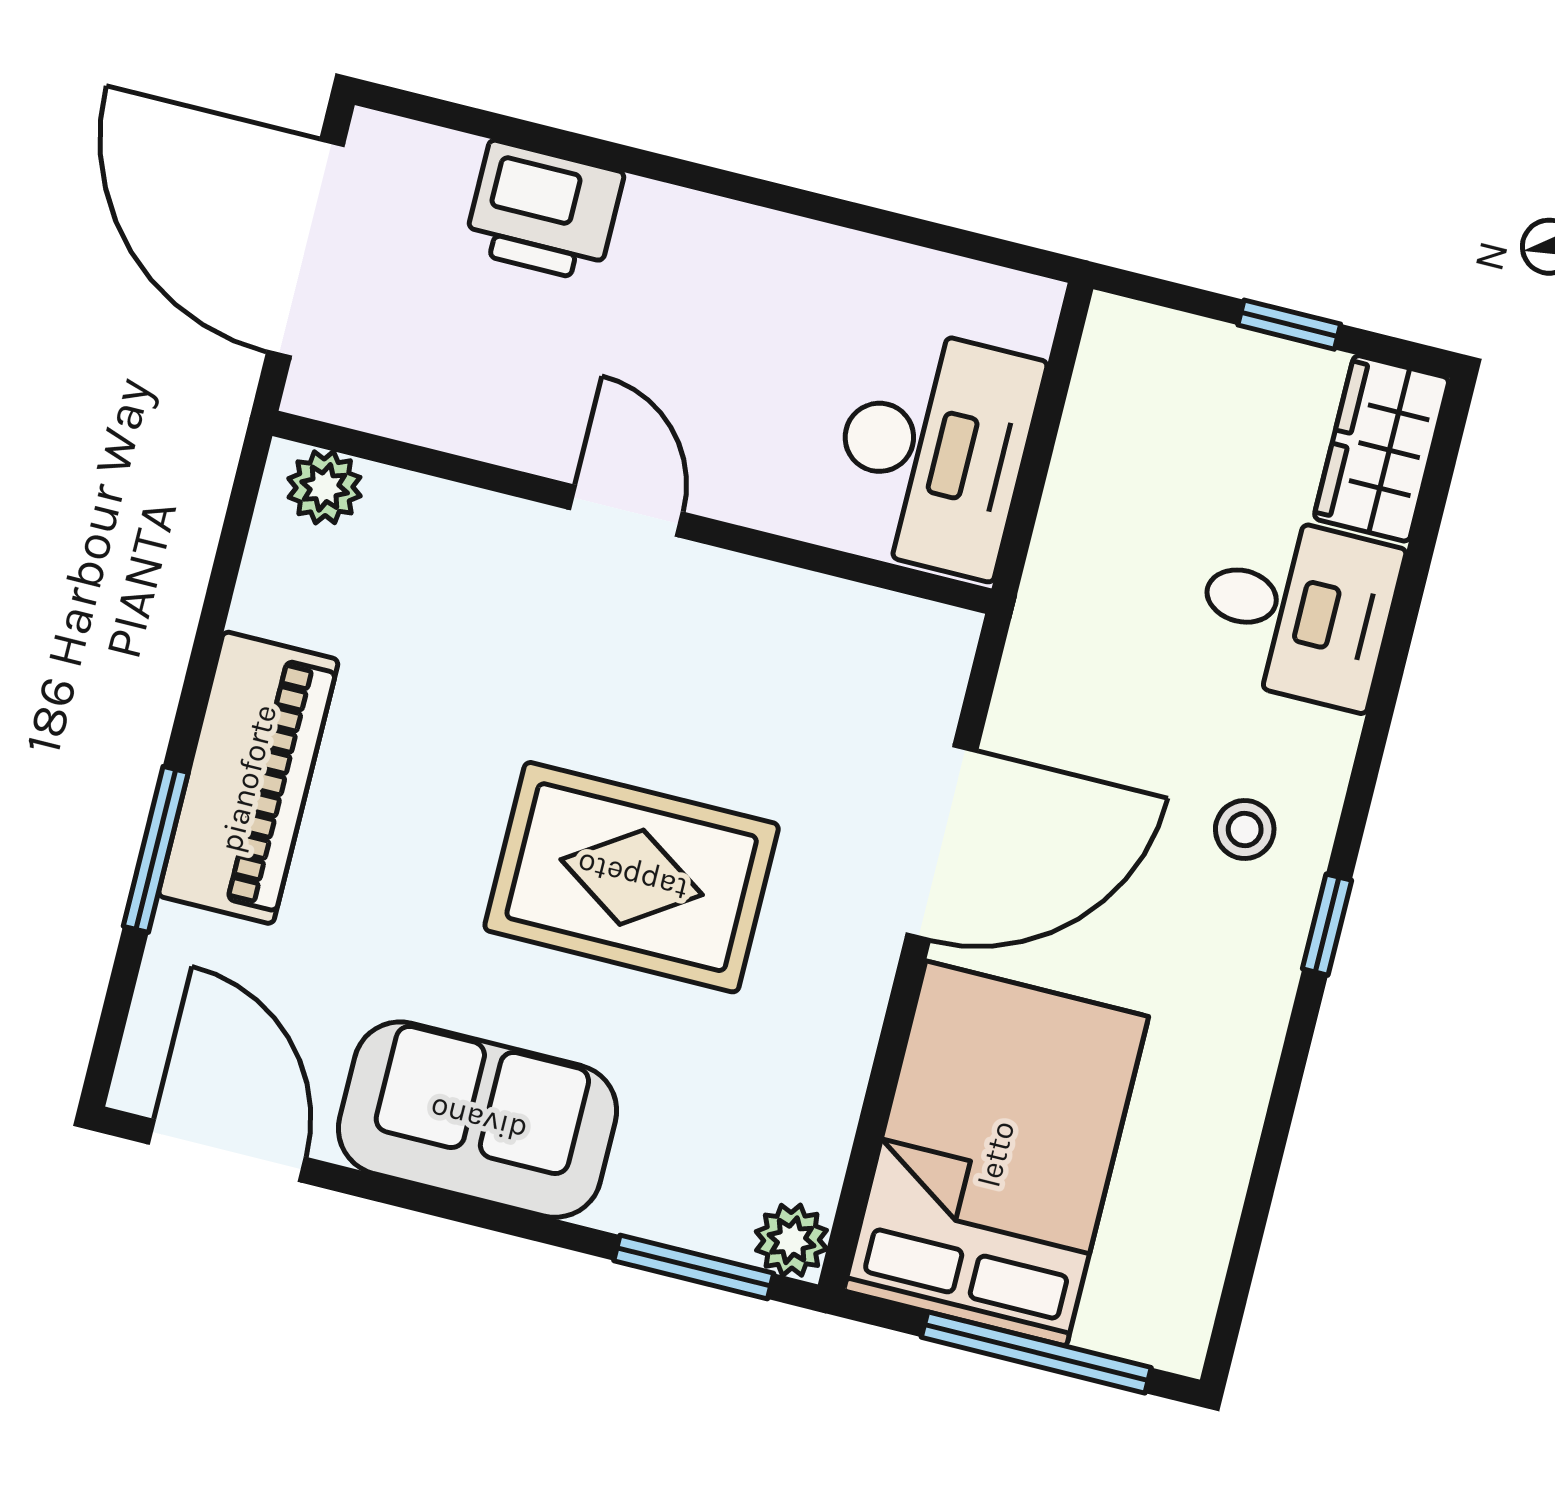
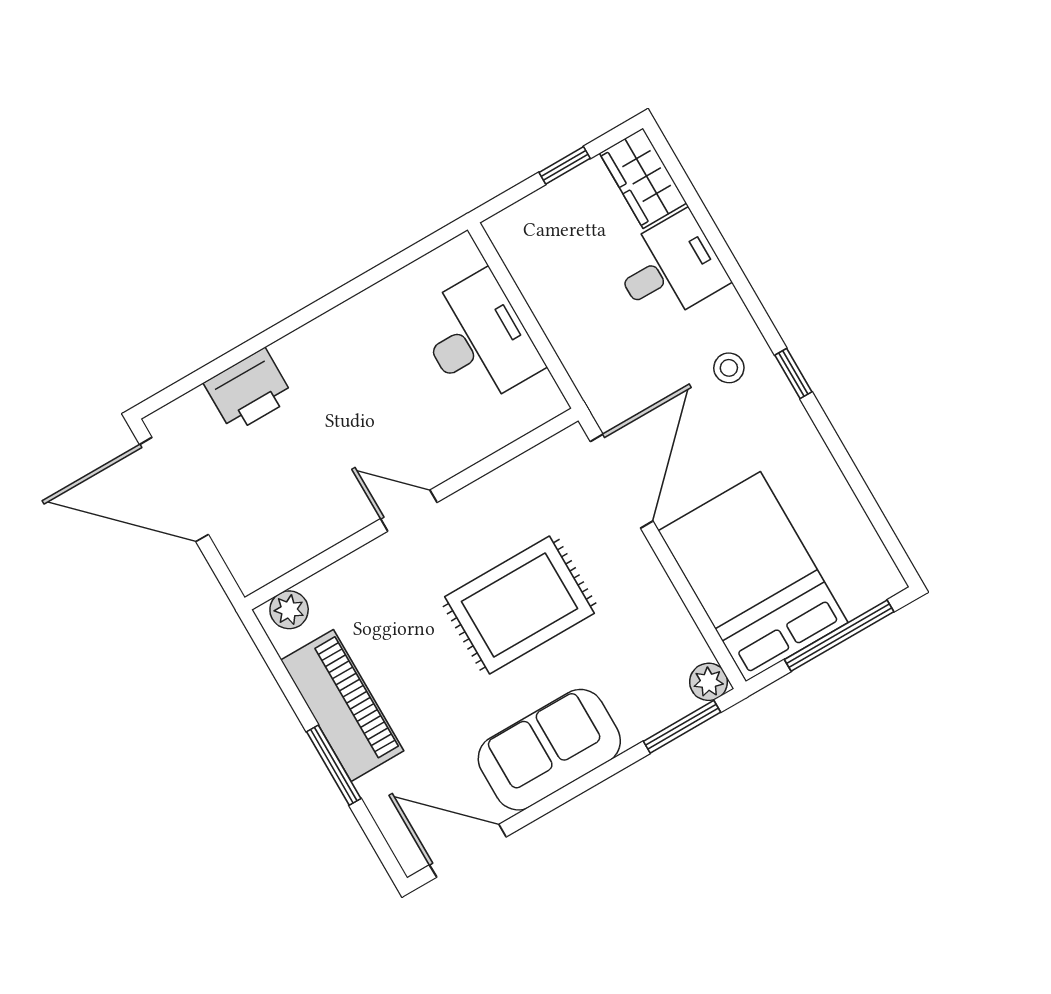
plant: (325, 487) -> (289, 610), moved
door: (626, 511) -> (409, 511), moved
wall: (632, 512) -> (412, 509), moved

